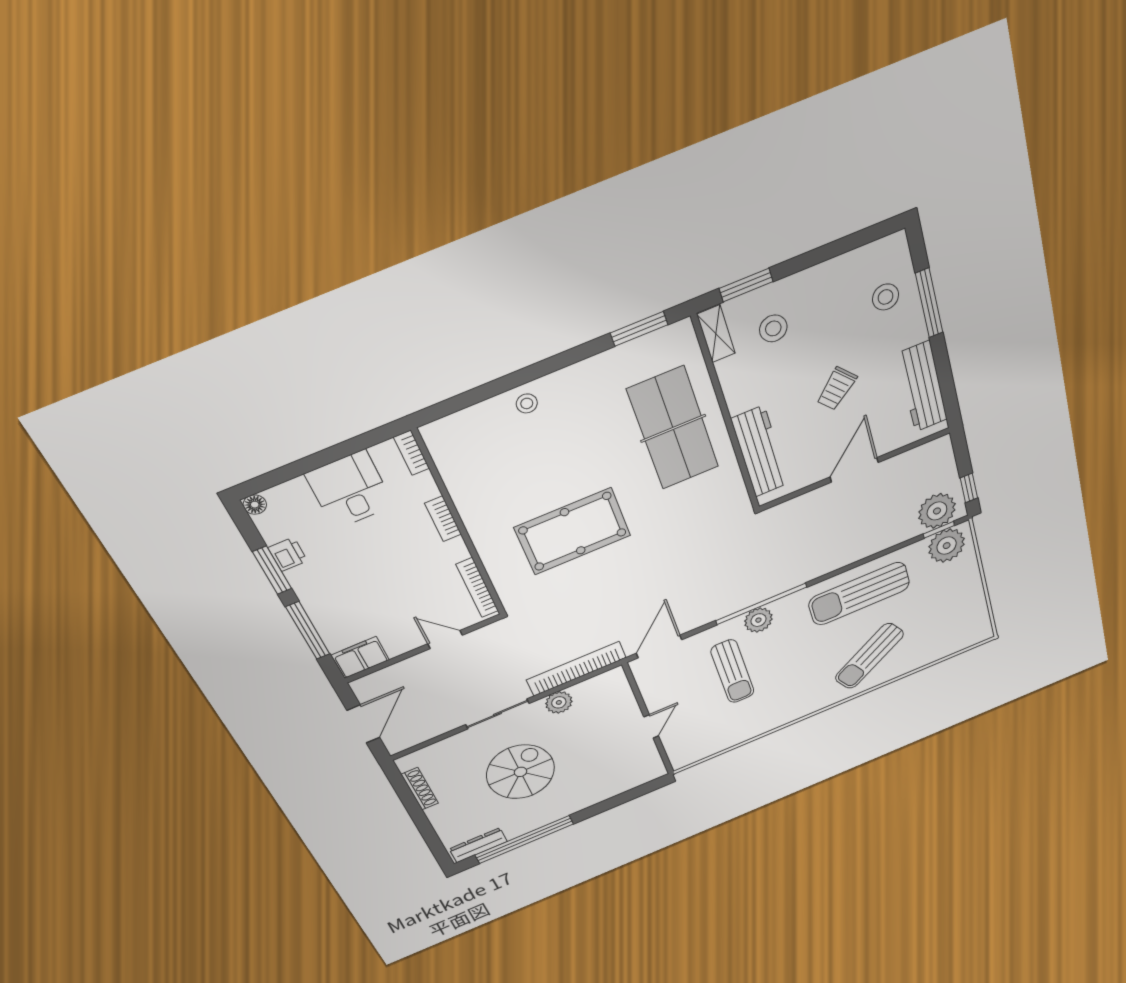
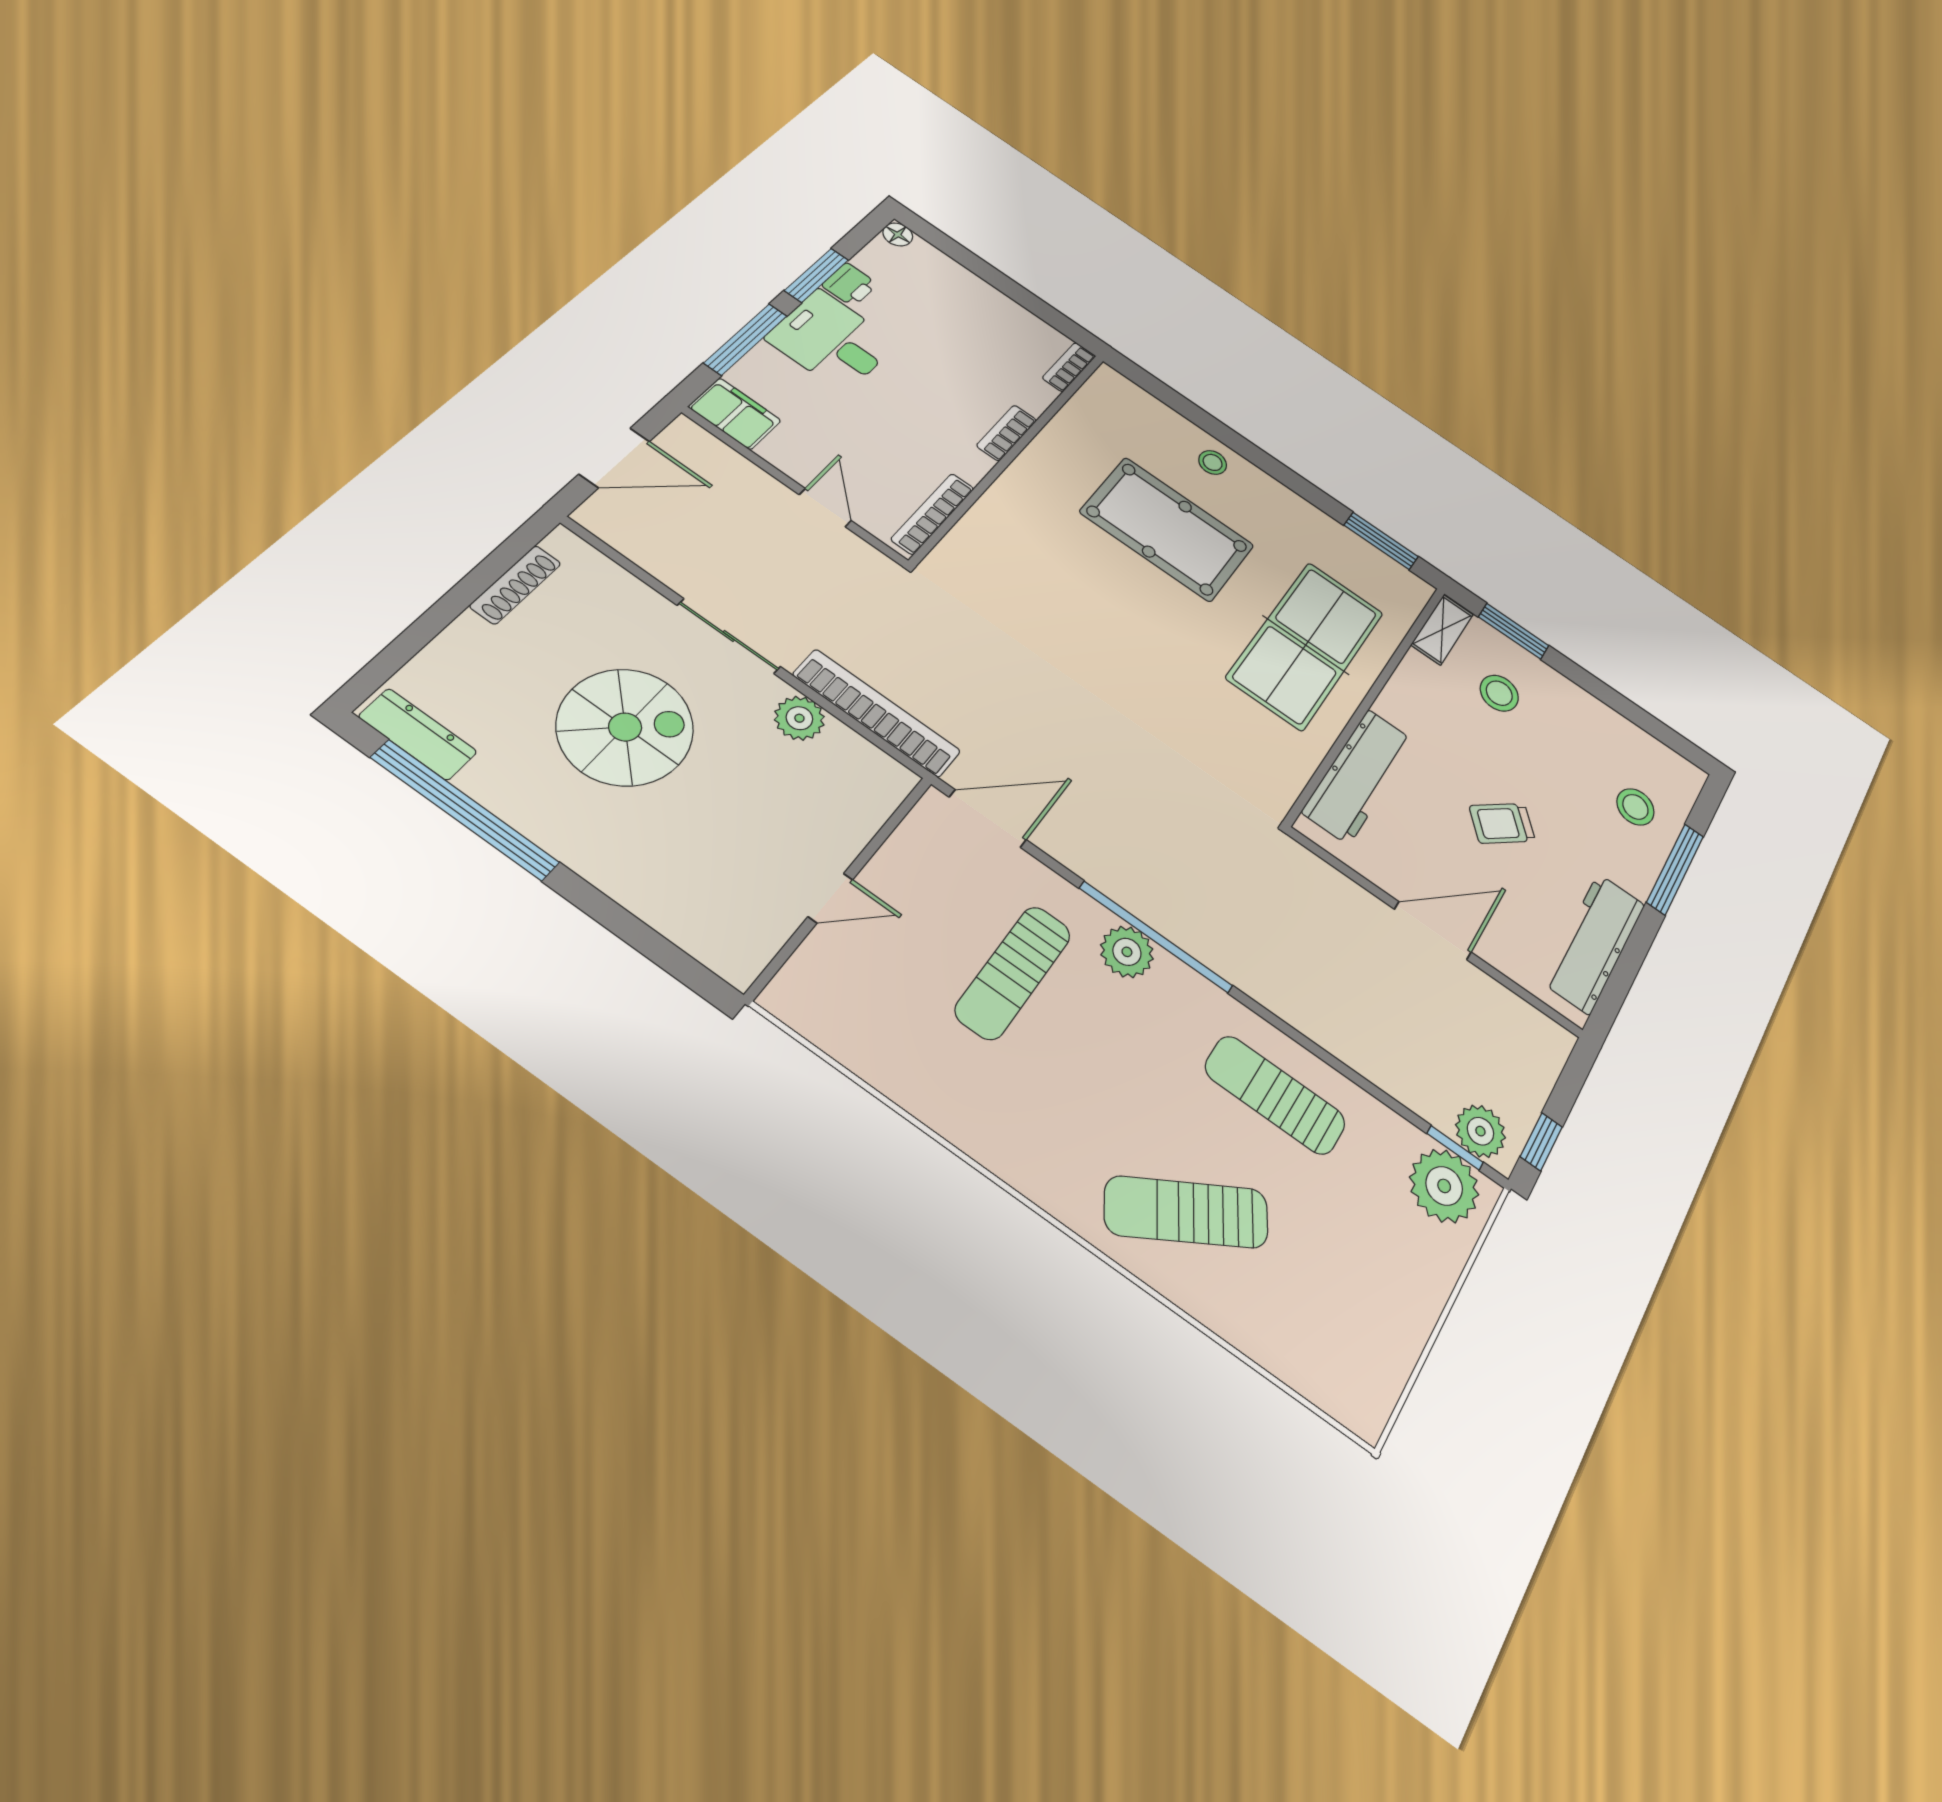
desk: (350, 490) -> (832, 341), moved, turned -90
plant: (937, 511) -> (1480, 1131), width x0.73, depth x0.73
pool table: (573, 531) -> (1167, 529), moved
sun lounger: (859, 594) -> (1275, 1095), width x0.73, depth x0.75

